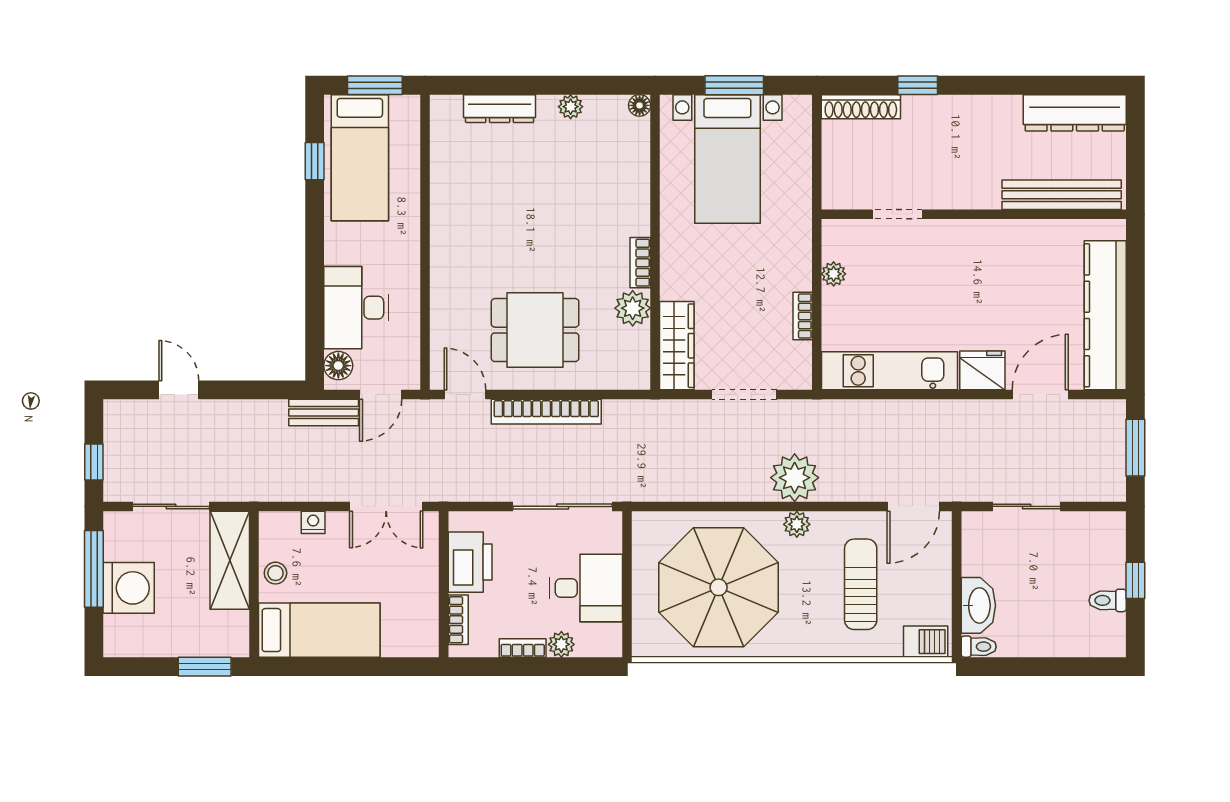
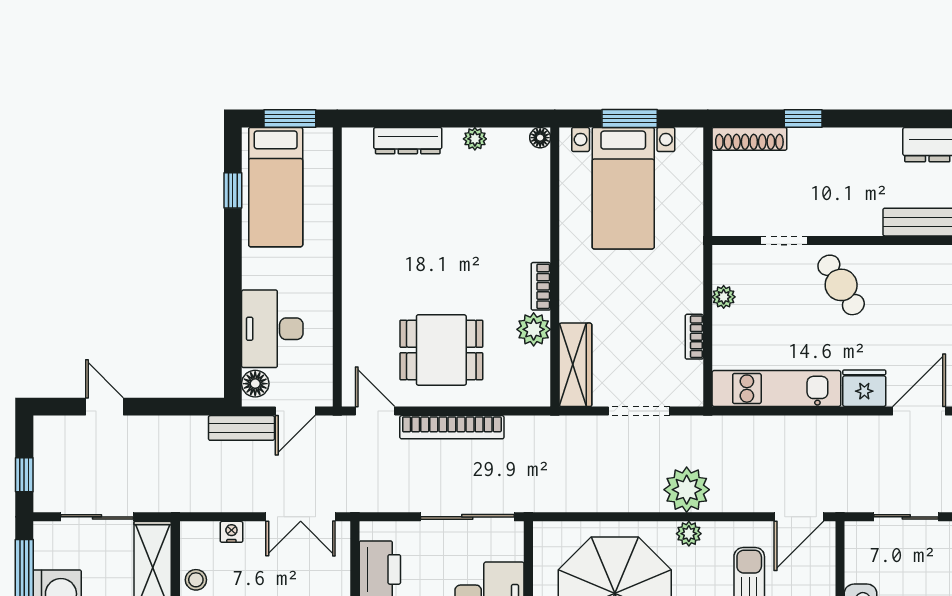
cafe table: (958, 261) -> (841, 285), added

